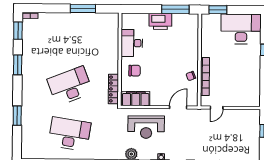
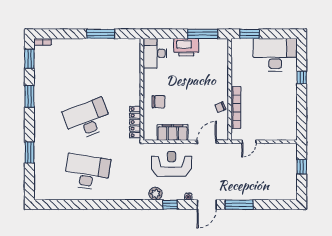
desk: (132, 43) -> (155, 53), moved
filing cabinet: (136, 99) -> (173, 132), moved
reception desk: (146, 127) -> (172, 164), turned 180

